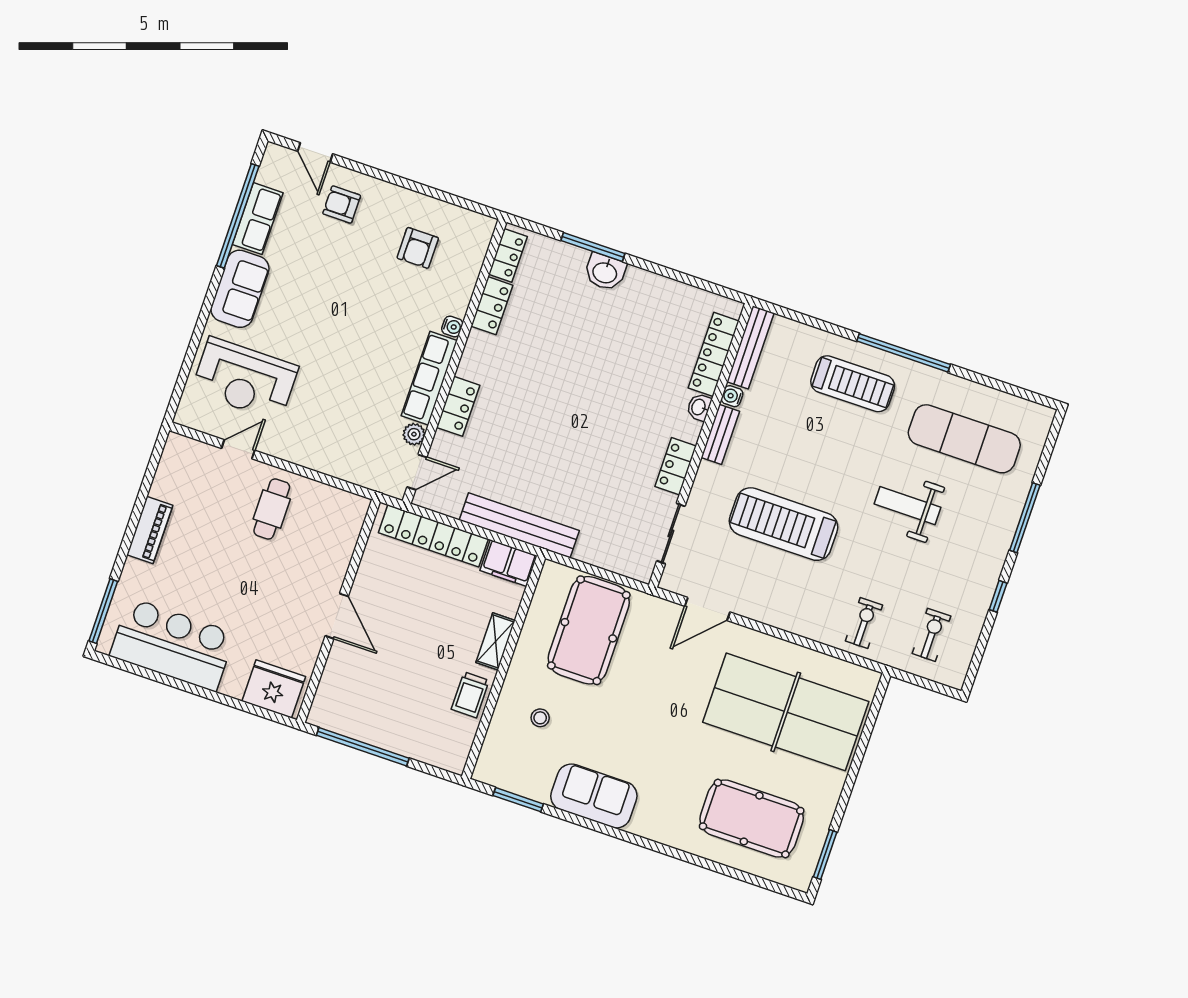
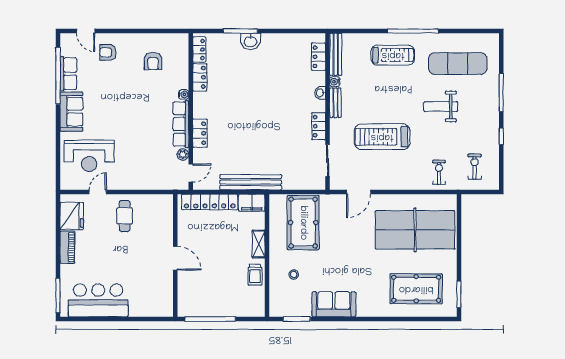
locker: (714, 354) -> (319, 57), width x0.66
fridge: (274, 689) -> (72, 216), moved, turned 90

